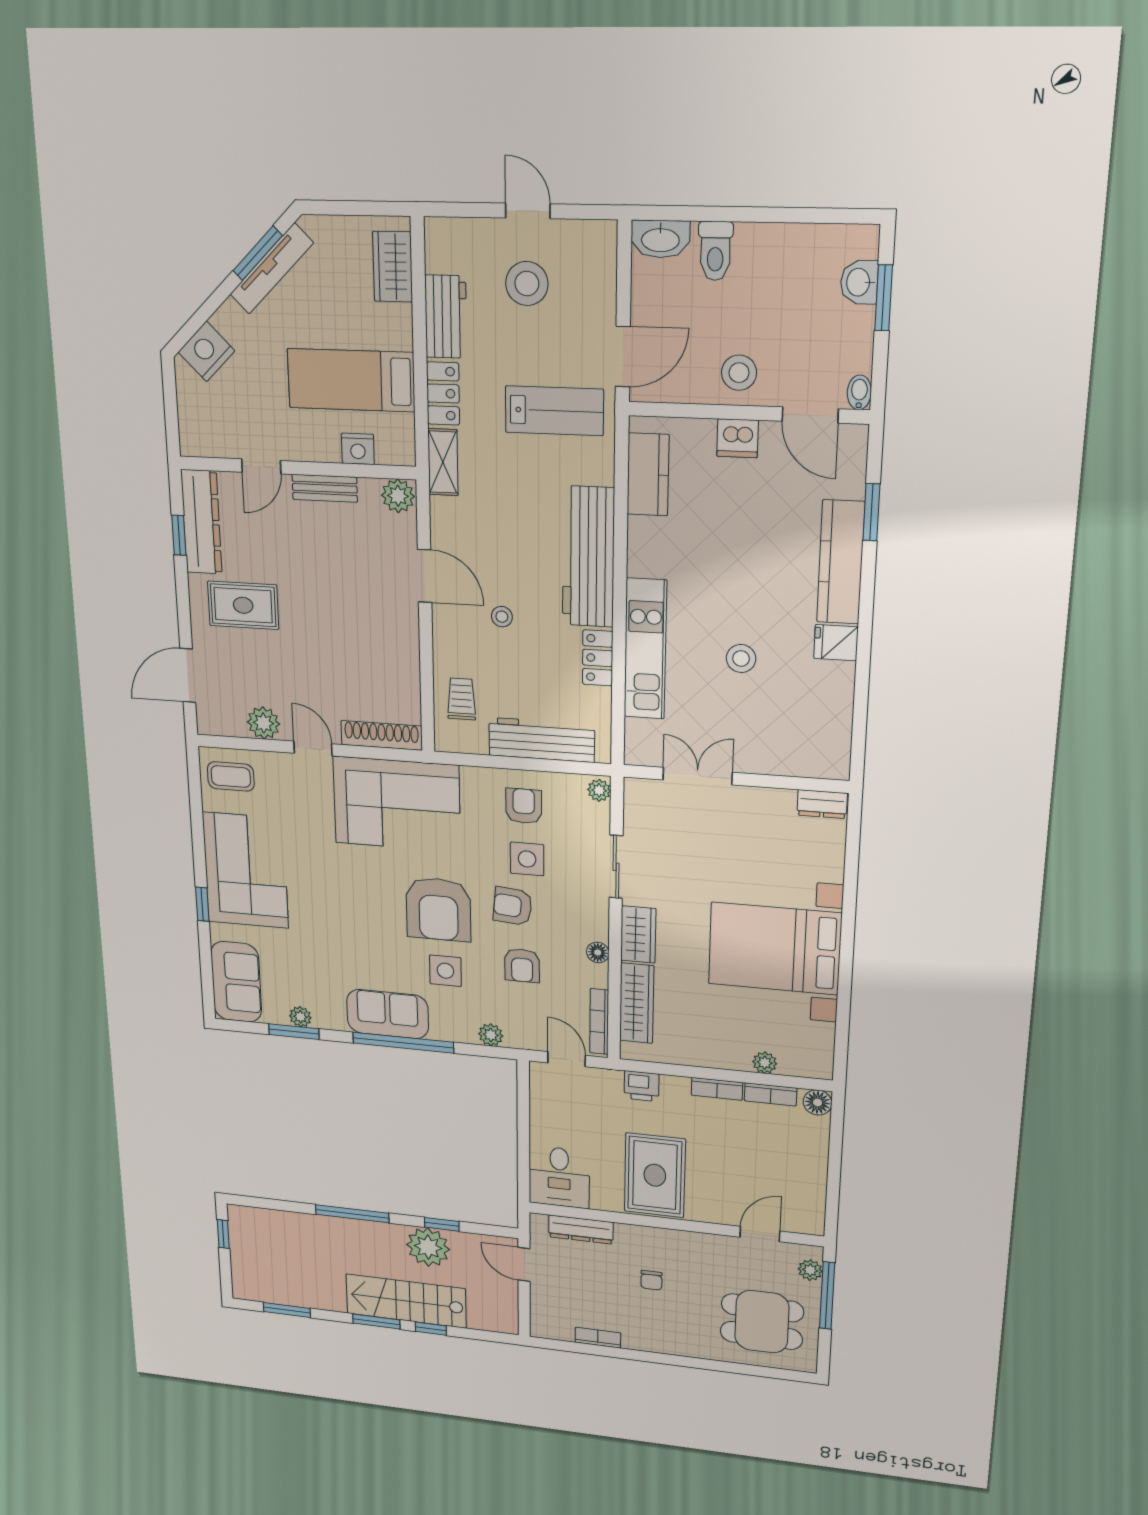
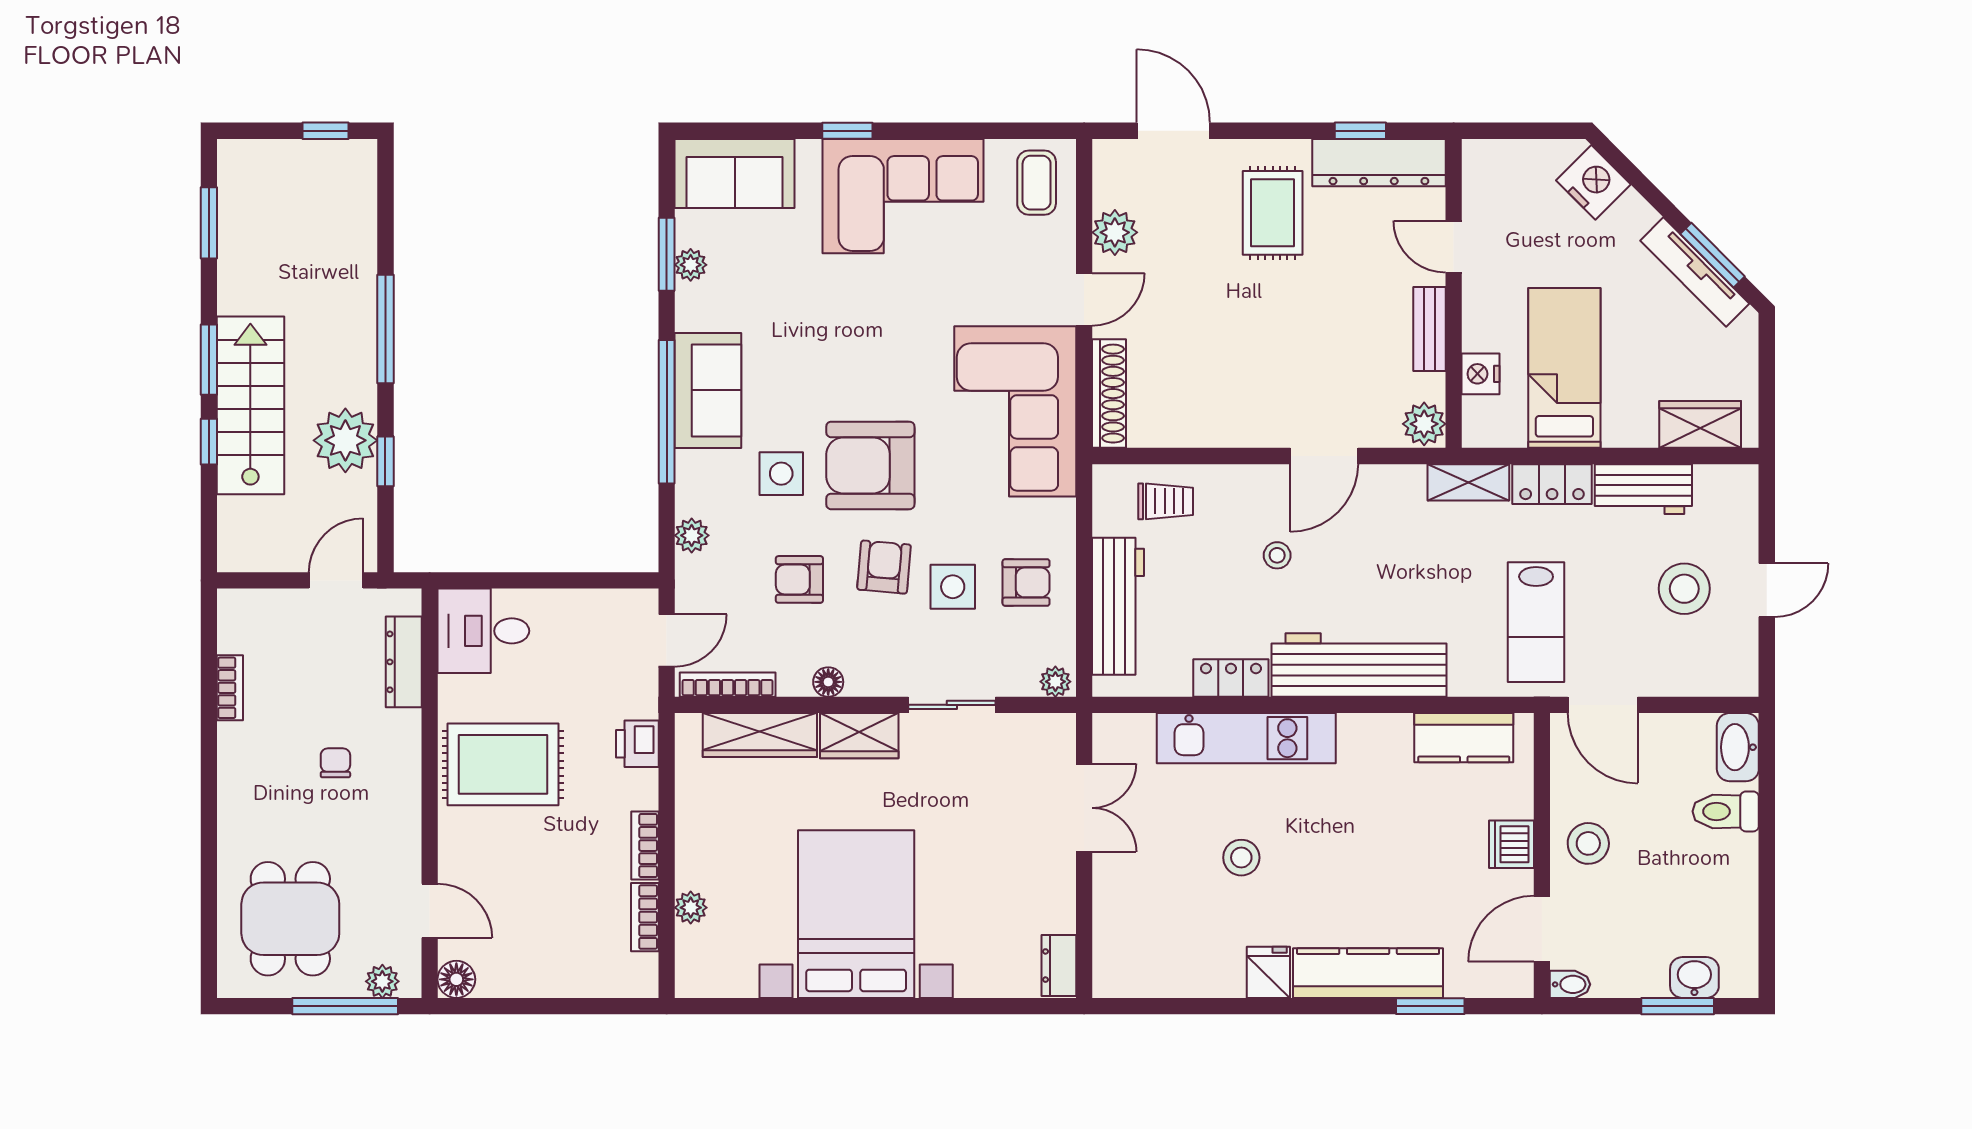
floor lamp: (818, 1102) -> (456, 979), moved
chair: (651, 1280) -> (335, 763), turned 90

